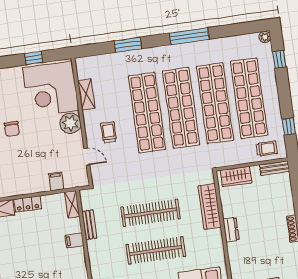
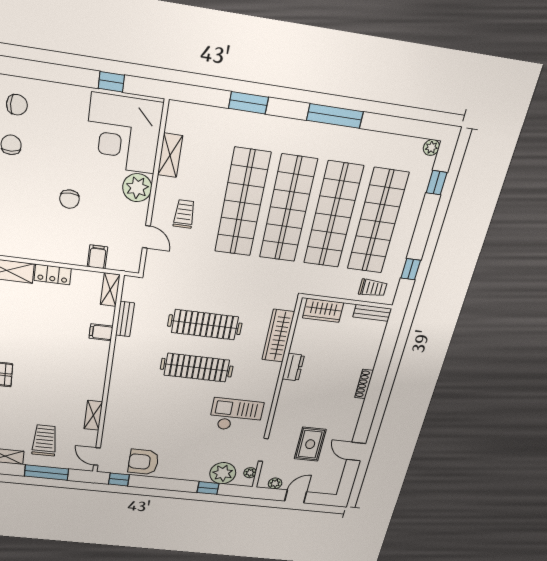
chair: (12, 129) -> (69, 199), moved

